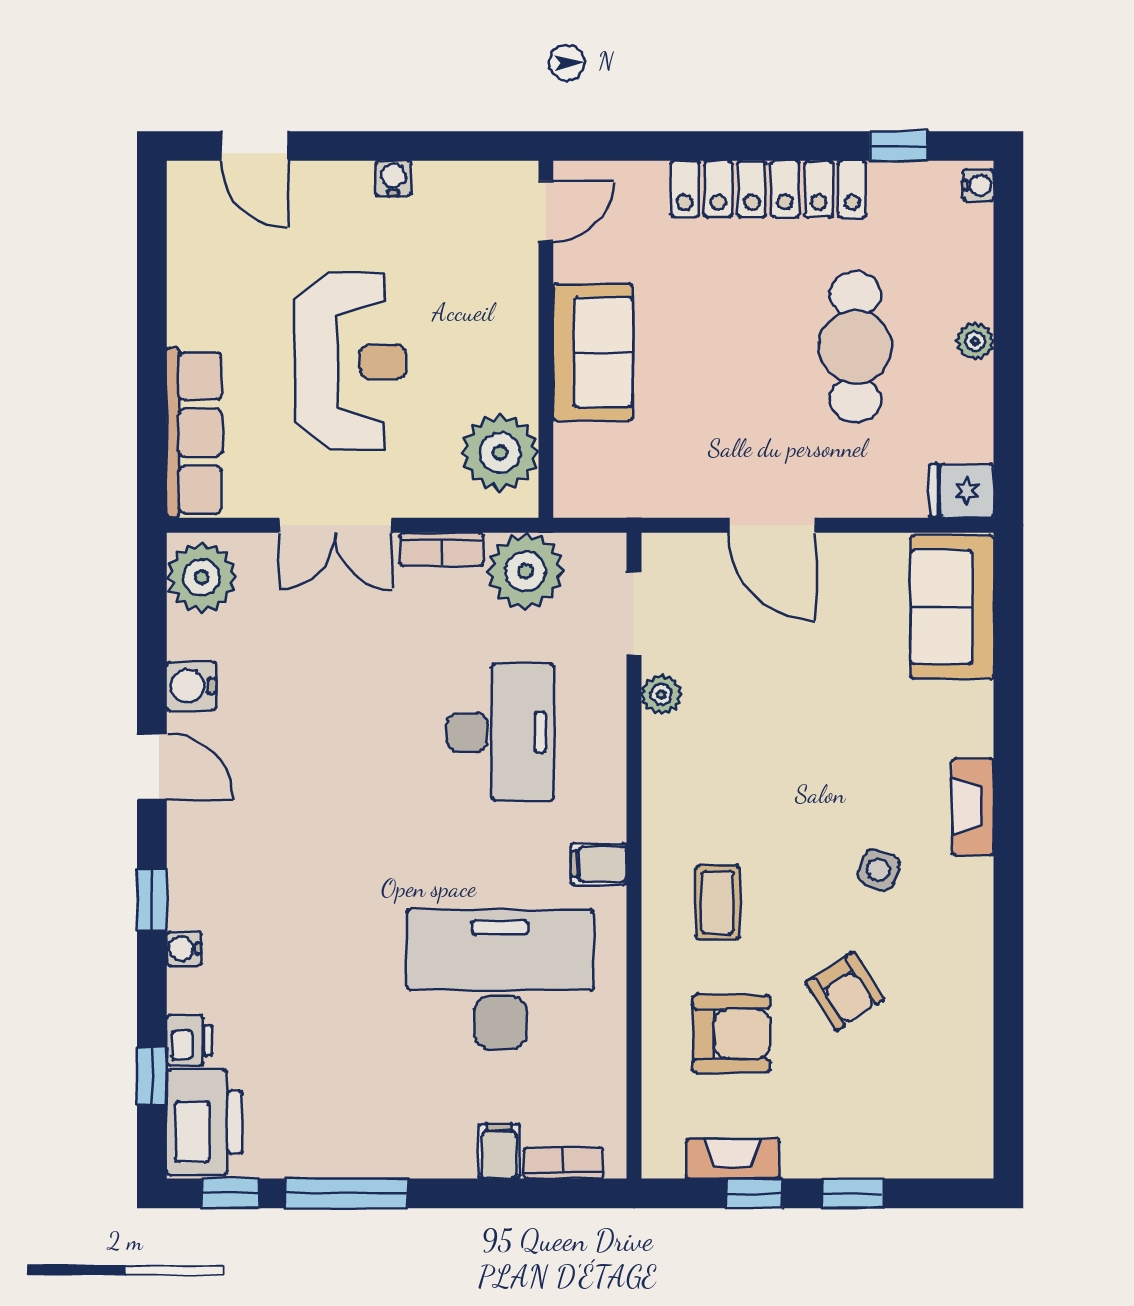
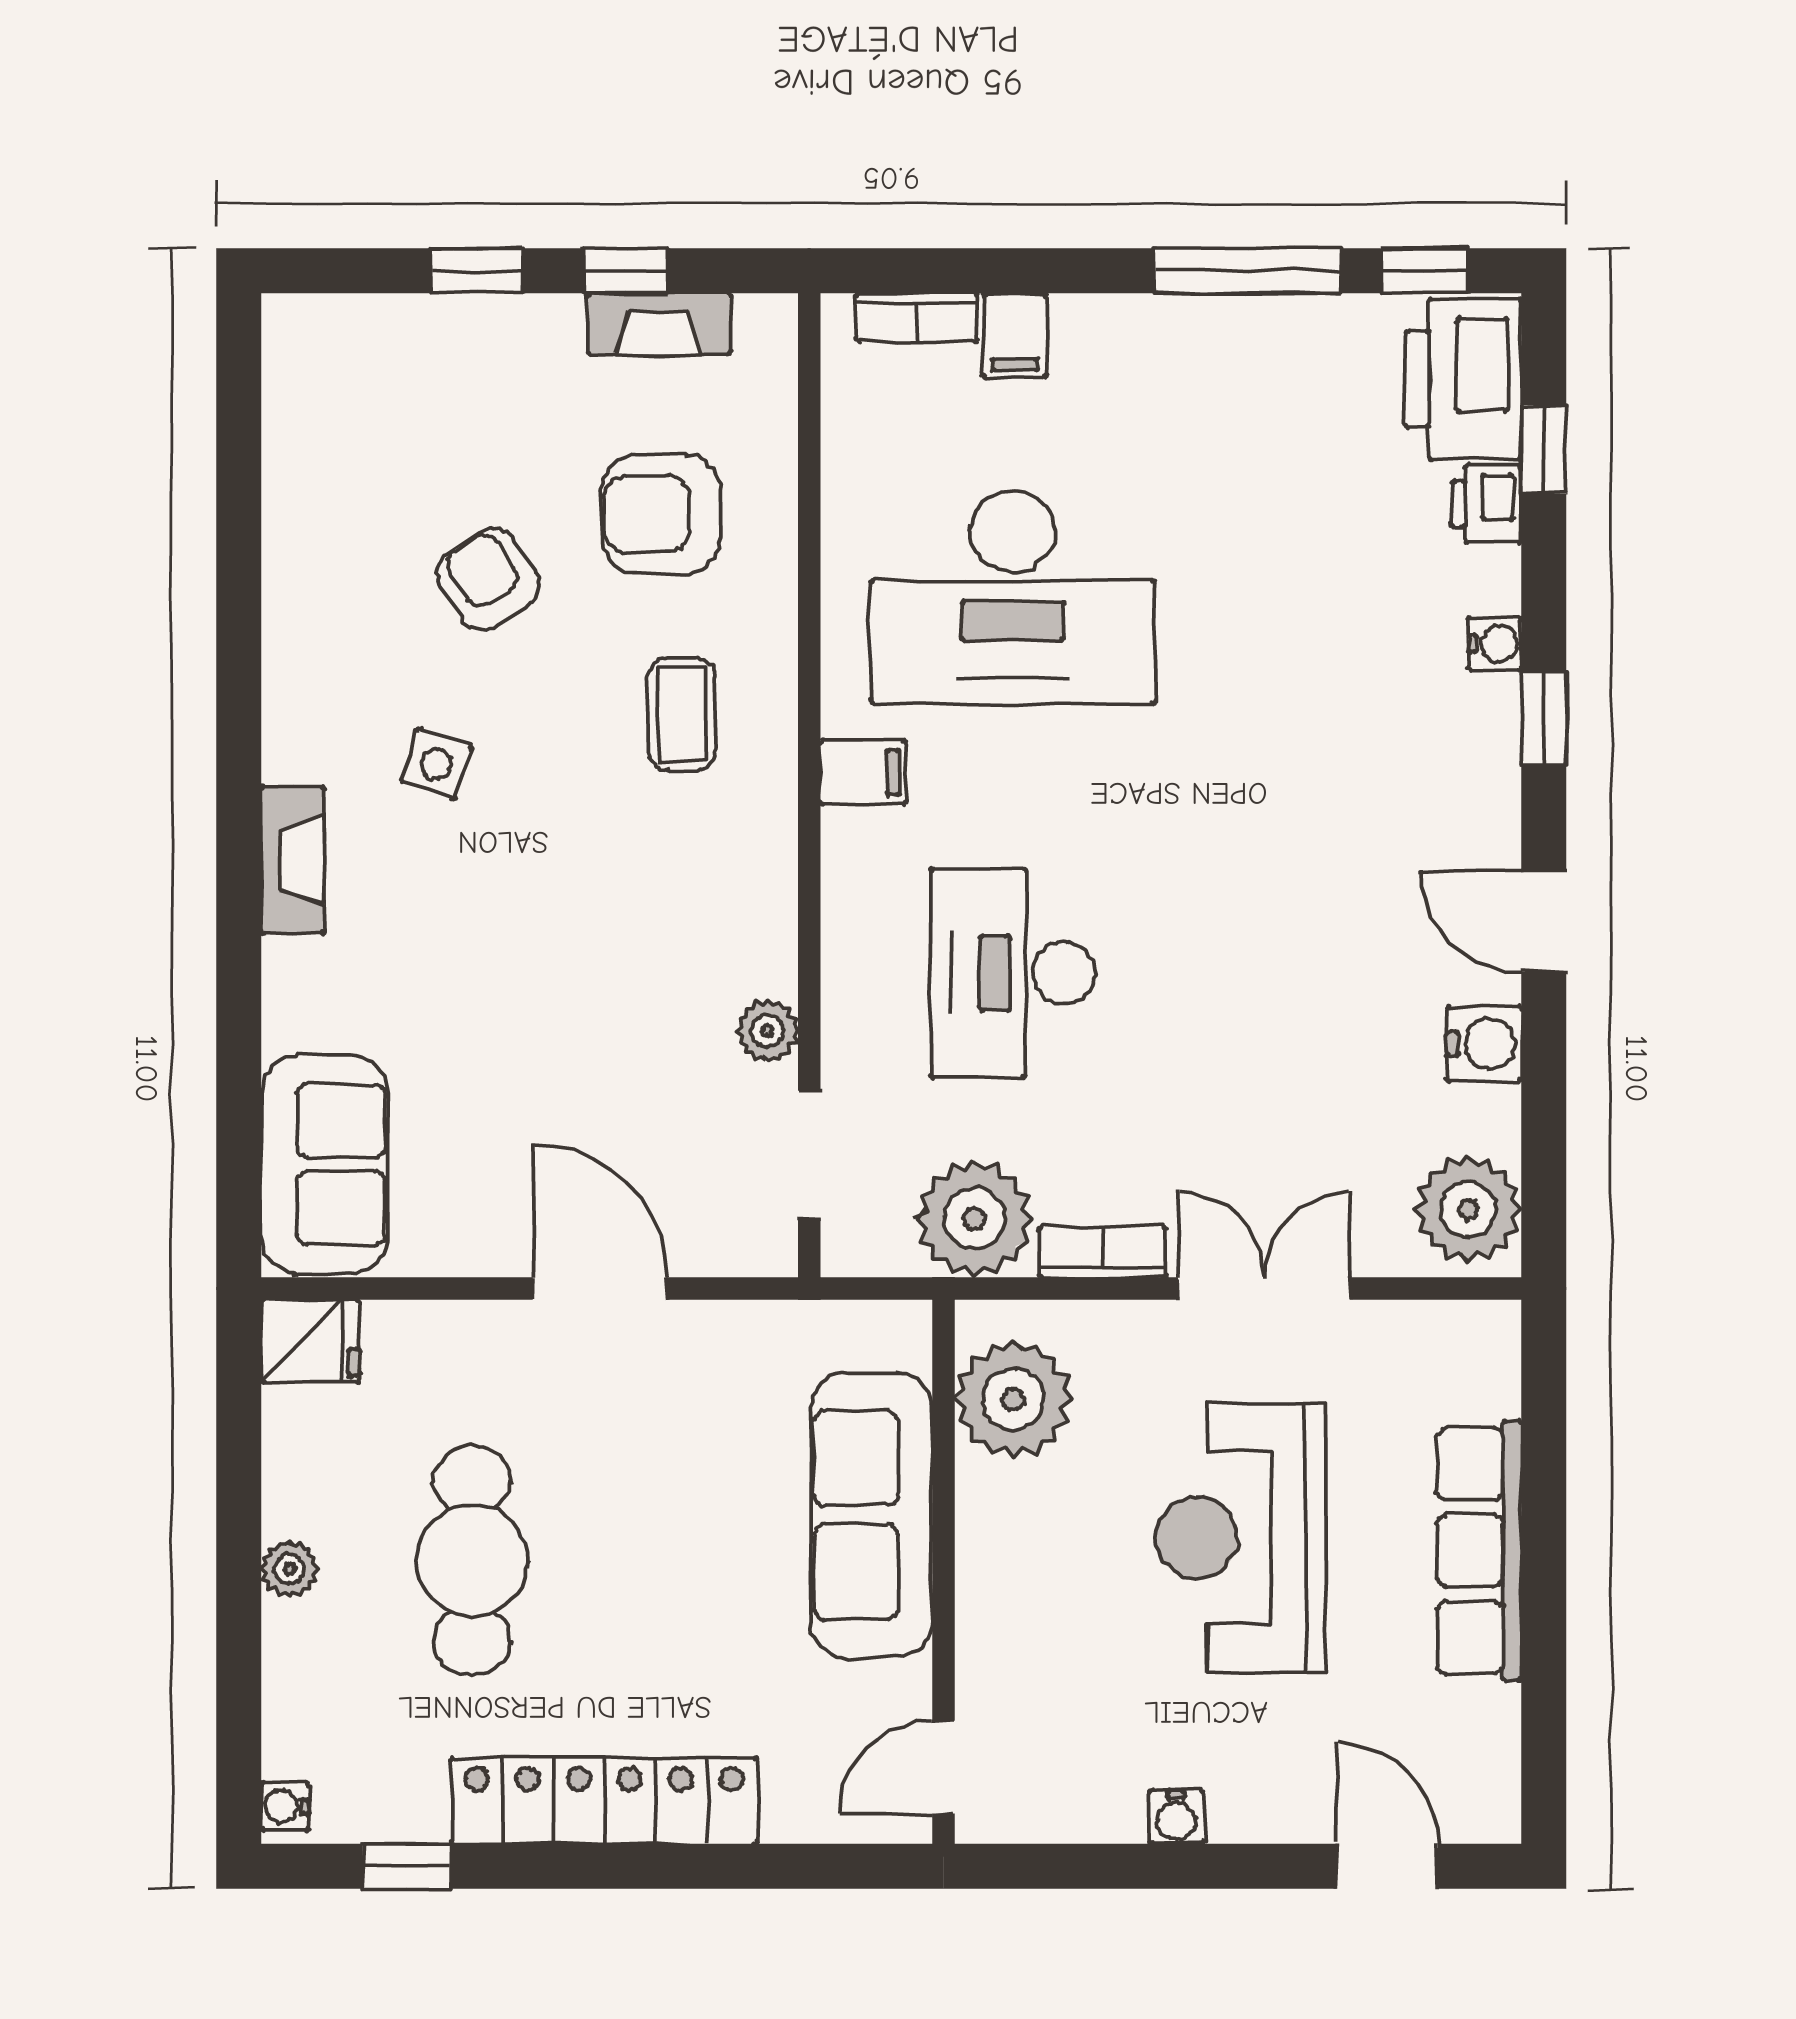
sofa: (593, 352) -> (872, 1515), width x1.36
row of seats: (194, 433) -> (1479, 1550), moved

